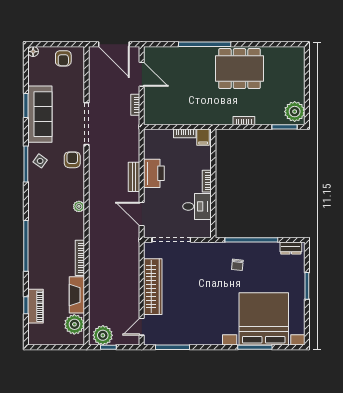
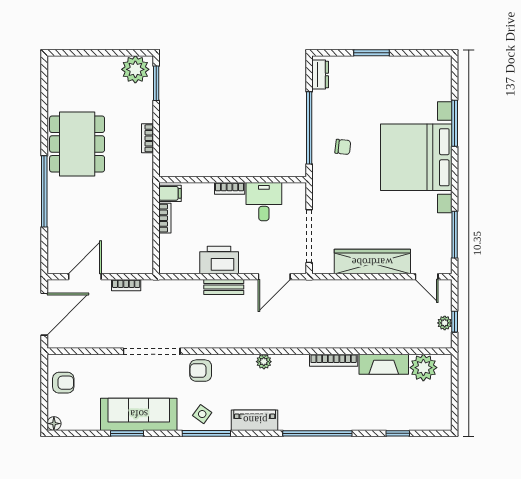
piano: (36, 306) -> (255, 420), moved
bed with nightstands: (264, 319) -> (416, 157), moved
plant: (103, 335) -> (445, 323), width x0.53, depth x0.53

